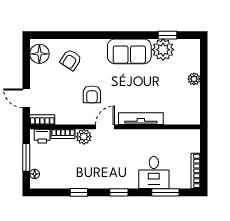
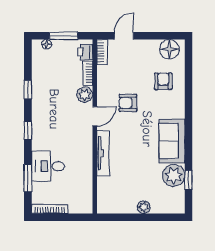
armchair: (71, 60) -> (163, 81), turned 57
door: (105, 127) -> (95, 116), hinge flipped

